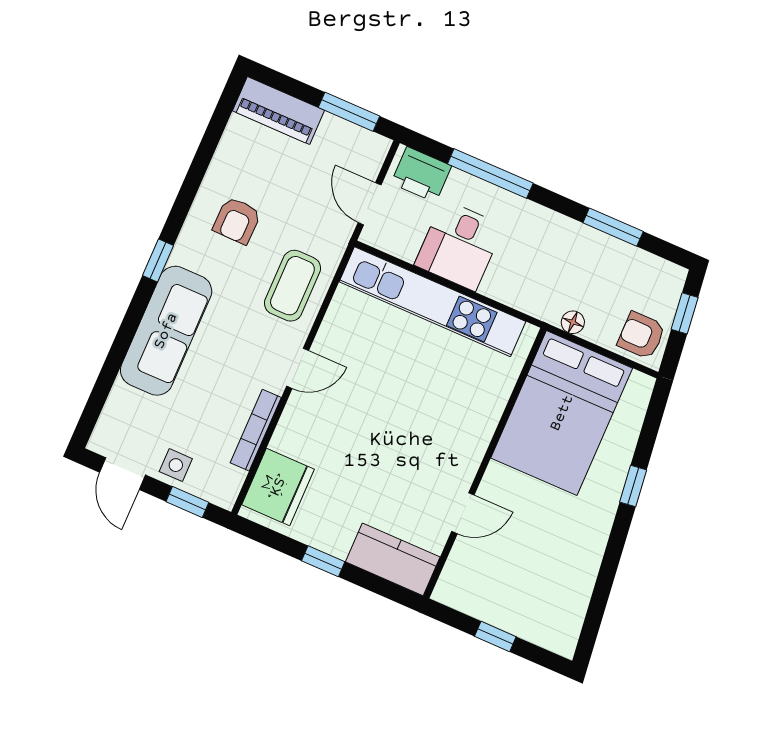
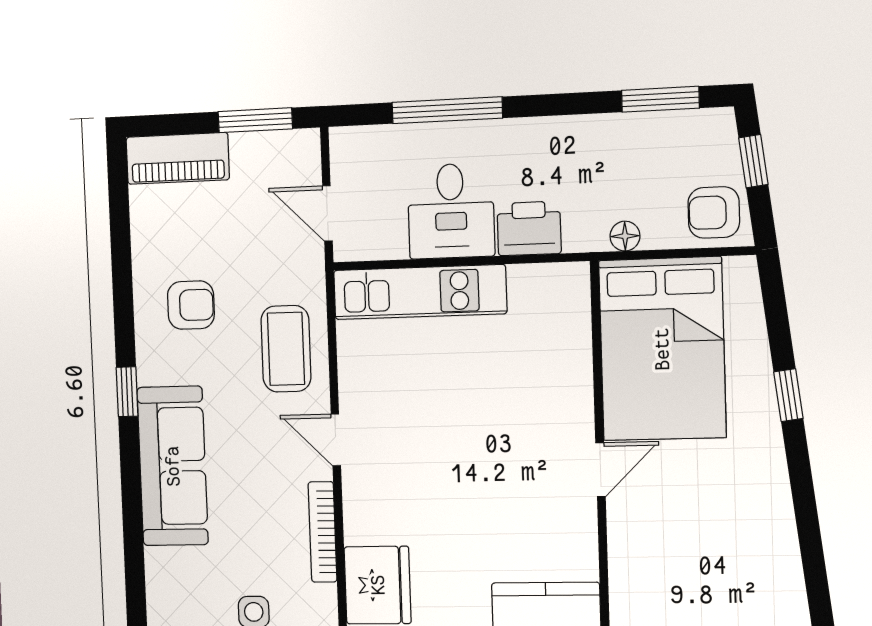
printer: (421, 175) -> (529, 228), moved, turned 180
armchair: (237, 221) -> (191, 305), turned -91
window: (613, 227) -> (660, 99), moved
kitchen unit: (432, 302) -> (420, 292), width x0.73
door: (298, 368) -> (336, 440), swing flipped
door: (463, 513) -> (600, 470), moved

